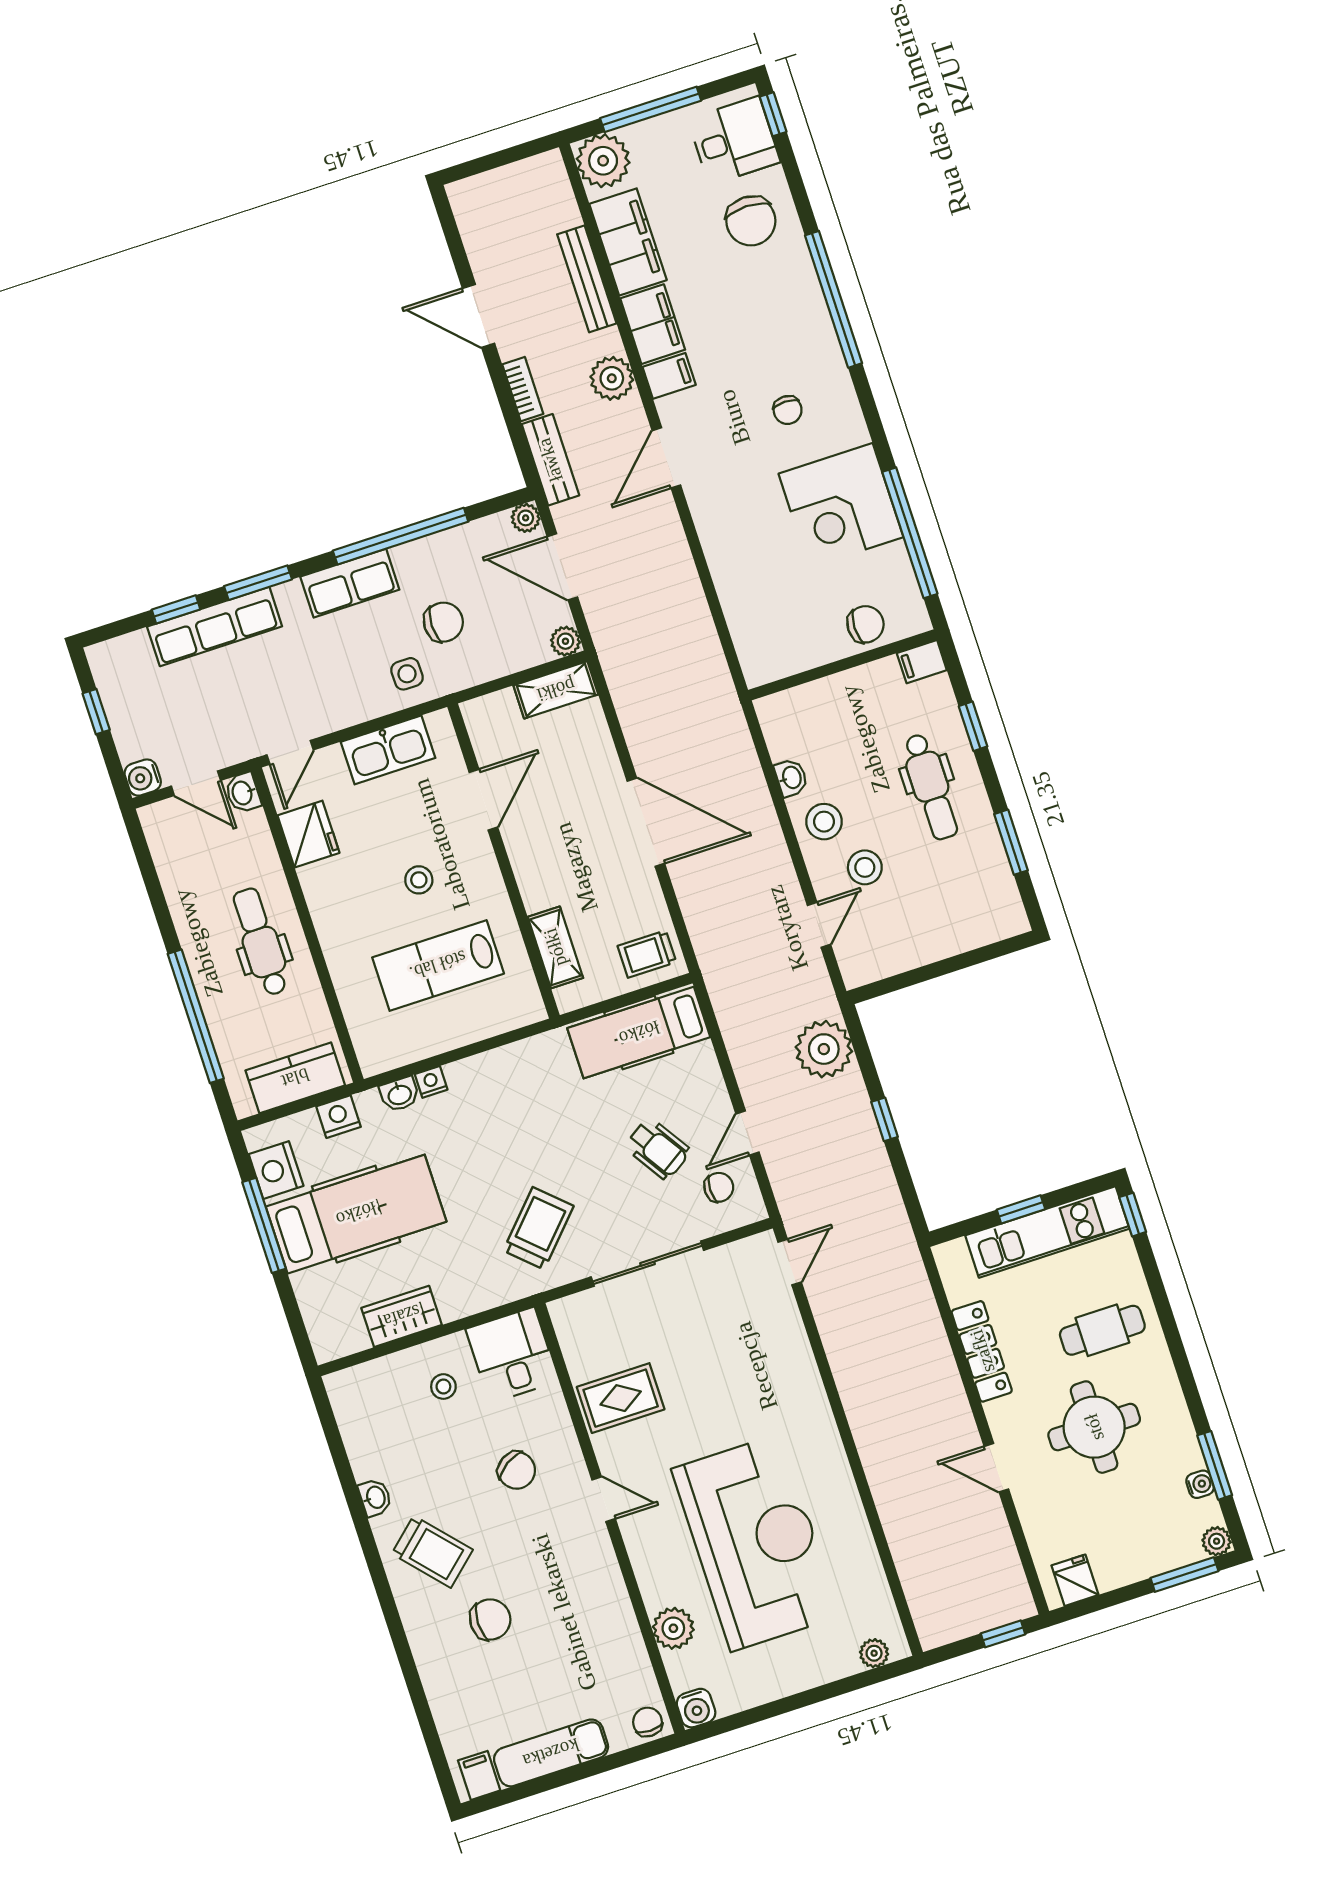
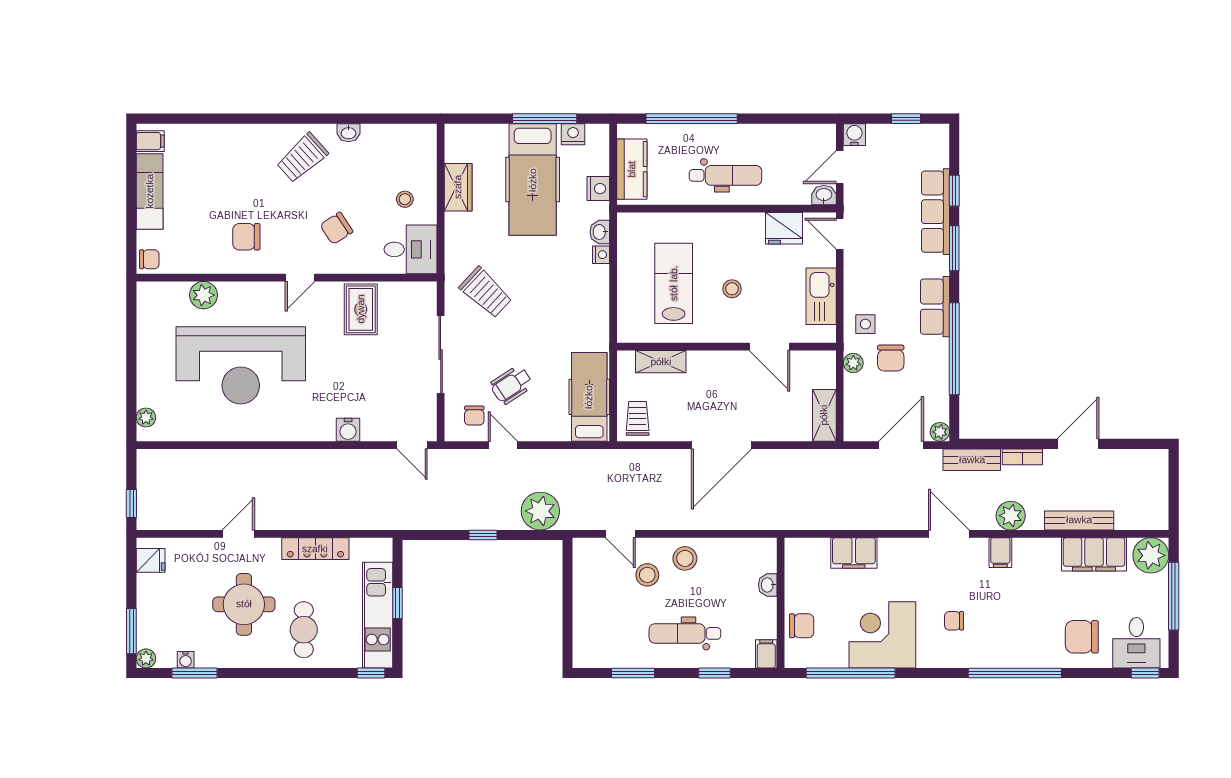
filing cabinet: (653, 324) -> (854, 553), moved
chair: (865, 624) -> (802, 626), turned -90
plant: (565, 641) -> (853, 363), moved
washbasin: (791, 778) -> (768, 585), moved, turned 90
nightstand: (276, 1170) -> (573, 134), width x0.74, depth x0.75
chair: (490, 1620) -> (246, 237), moved, turned 90
water cooler: (696, 1708) -> (348, 430), moved, turned -90

